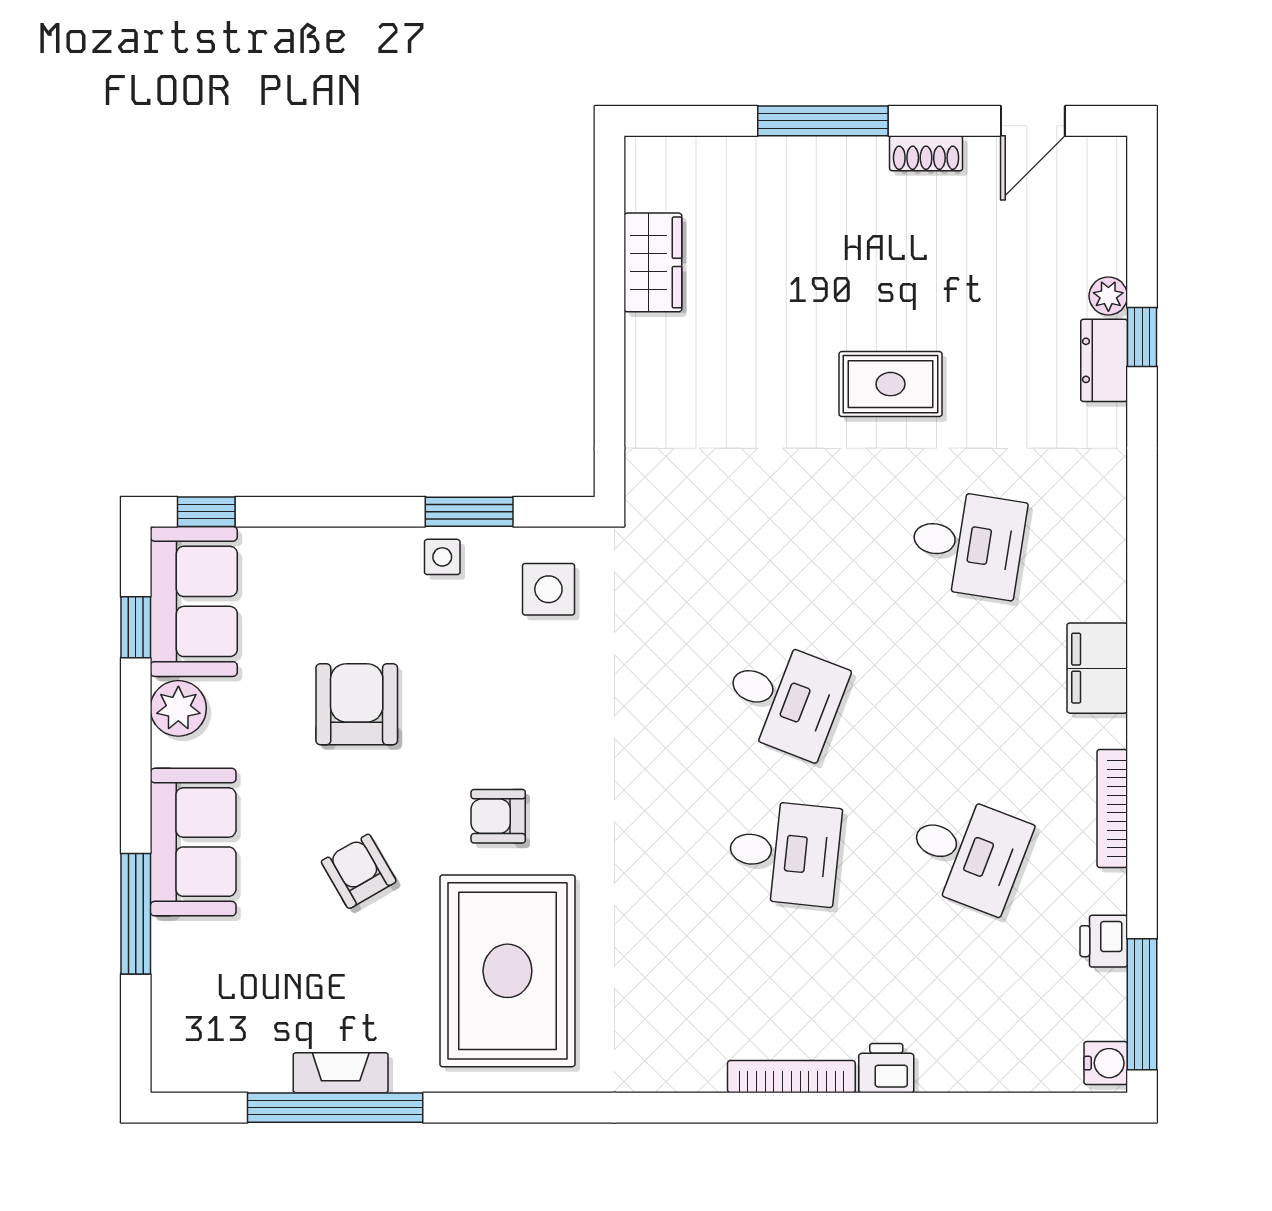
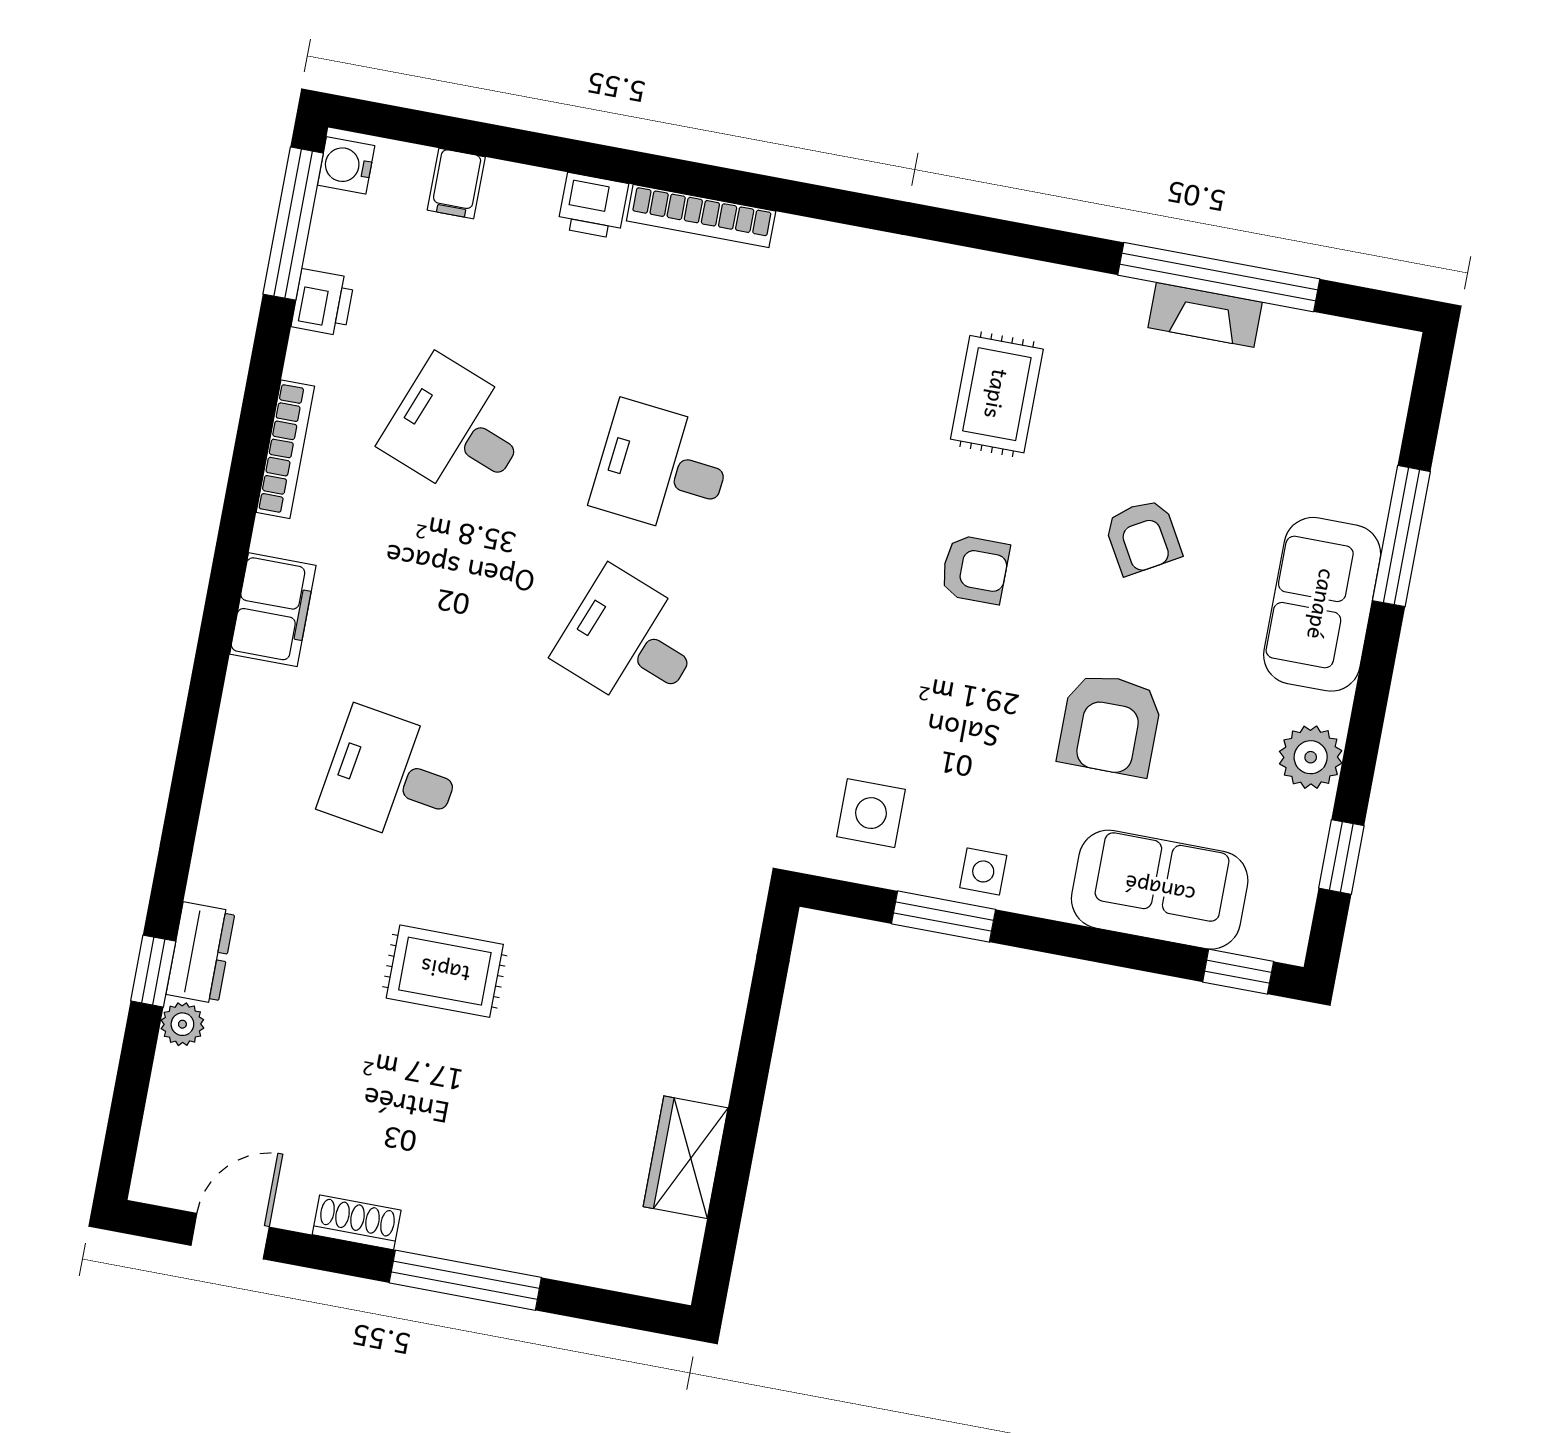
sofa: (194, 601) -> (1160, 890), moved, turned 90
rug: (507, 971) -> (997, 394), width x0.54, depth x0.49
filing cabinet: (1008, 1065) -> (456, 183), added

